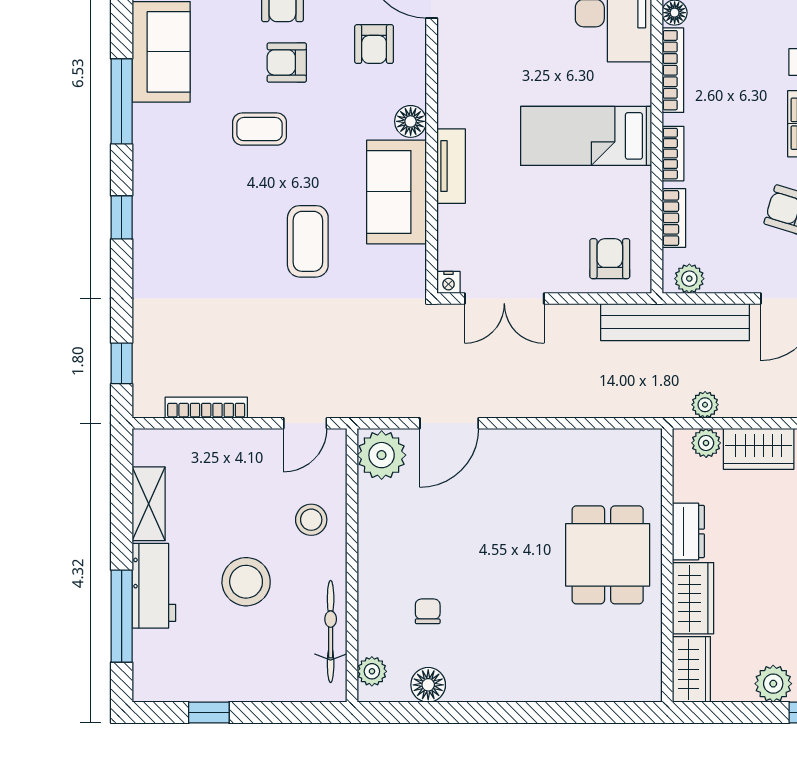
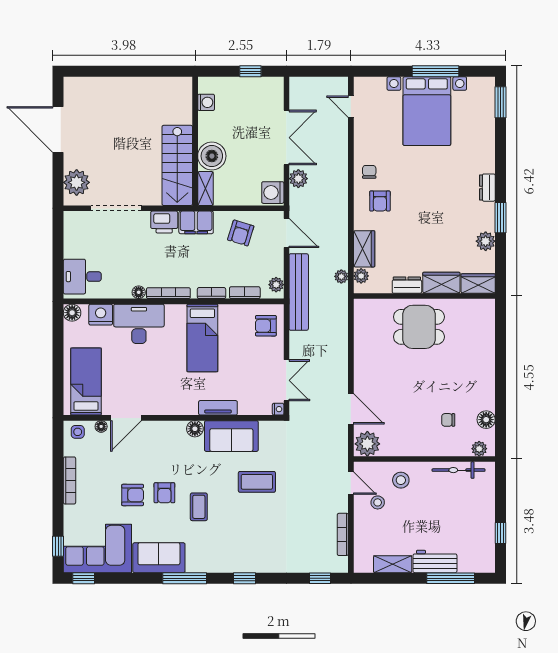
armchair: (374, 44) -> (155, 448), removed
stool: (246, 582) -> (378, 502), moved, width x0.53, depth x0.53

